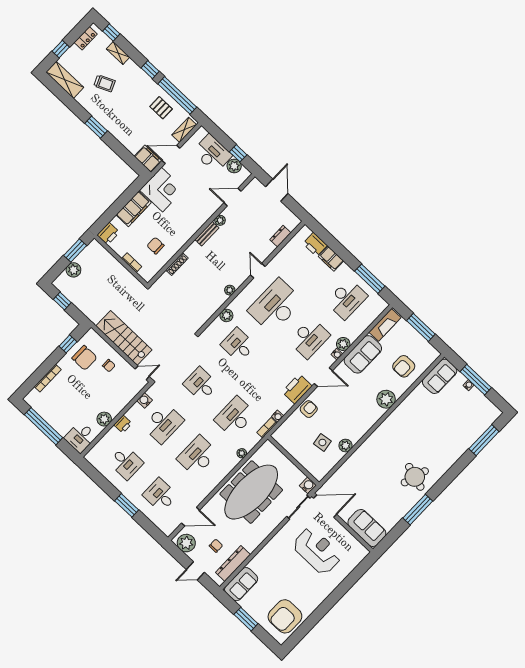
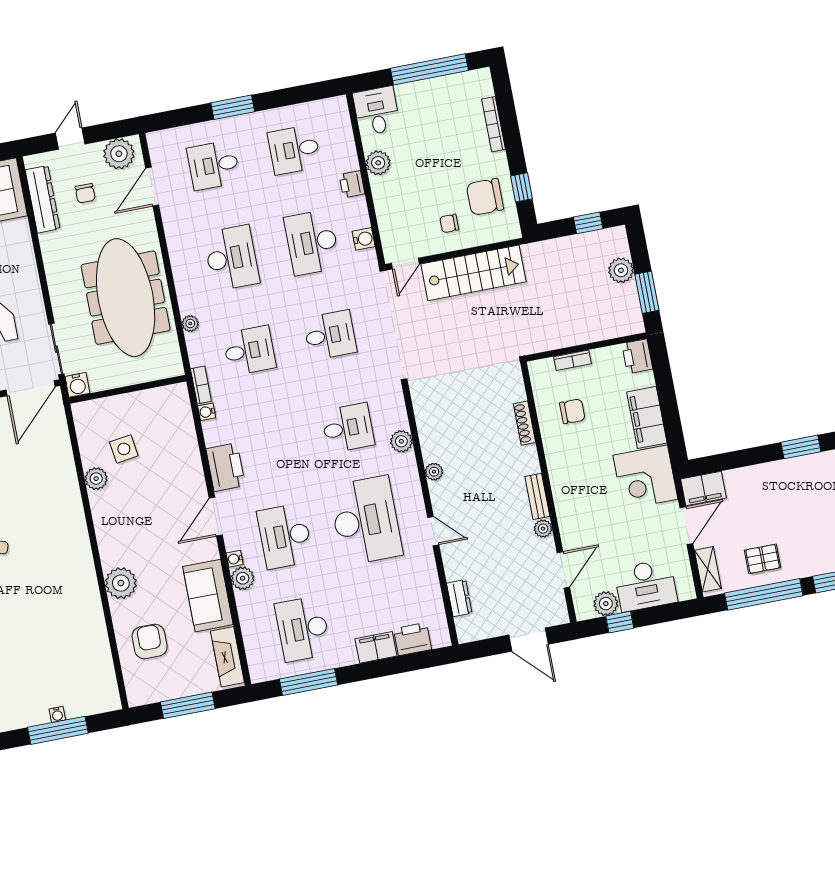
sofa: (440, 376) -> (99, 682), removed
armchair: (309, 409) -> (185, 463), removed
desk: (235, 417) -> (249, 351), width x0.73
desk: (160, 495) -> (214, 165), turned 180

